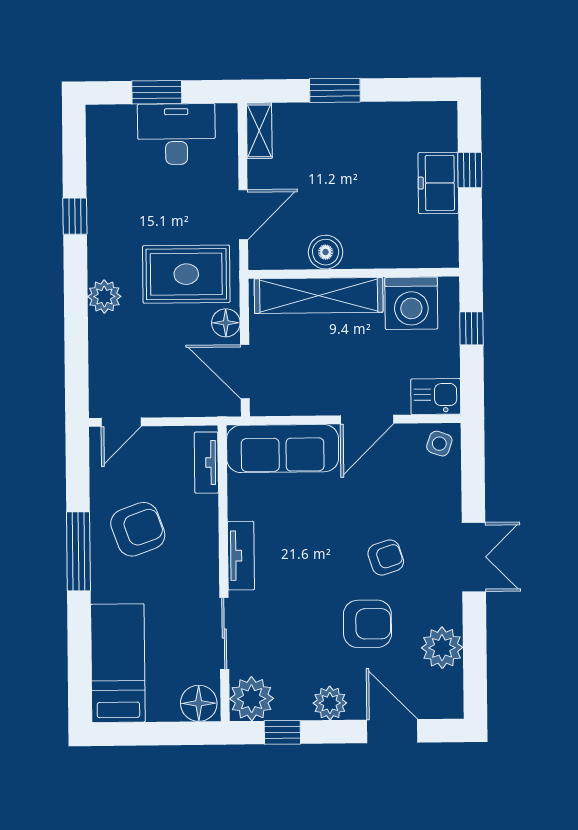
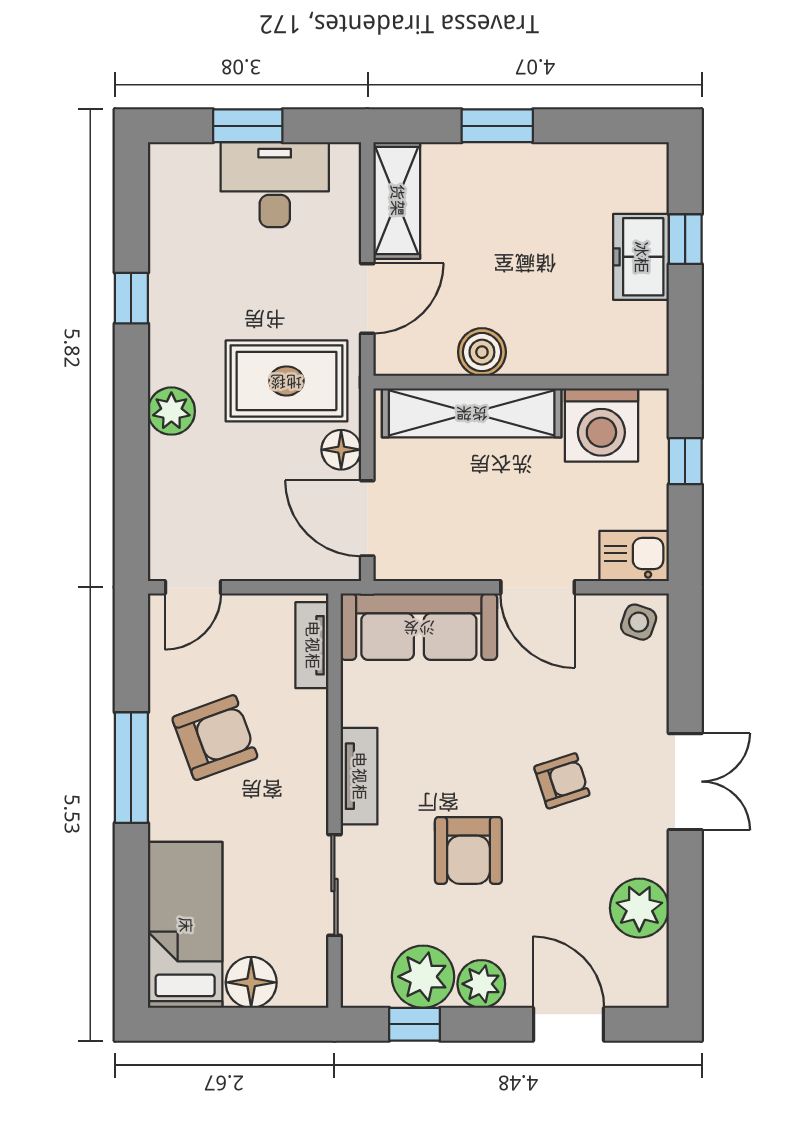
shelving: (259, 131) -> (397, 200), width x1.50, depth x1.33
door: (367, 420) -> (538, 587), hinge flipped
armchair: (367, 624) -> (468, 850), moved, turned 90
plant: (252, 699) -> (423, 977), moved
floor lamp: (199, 703) -> (251, 982), moved

